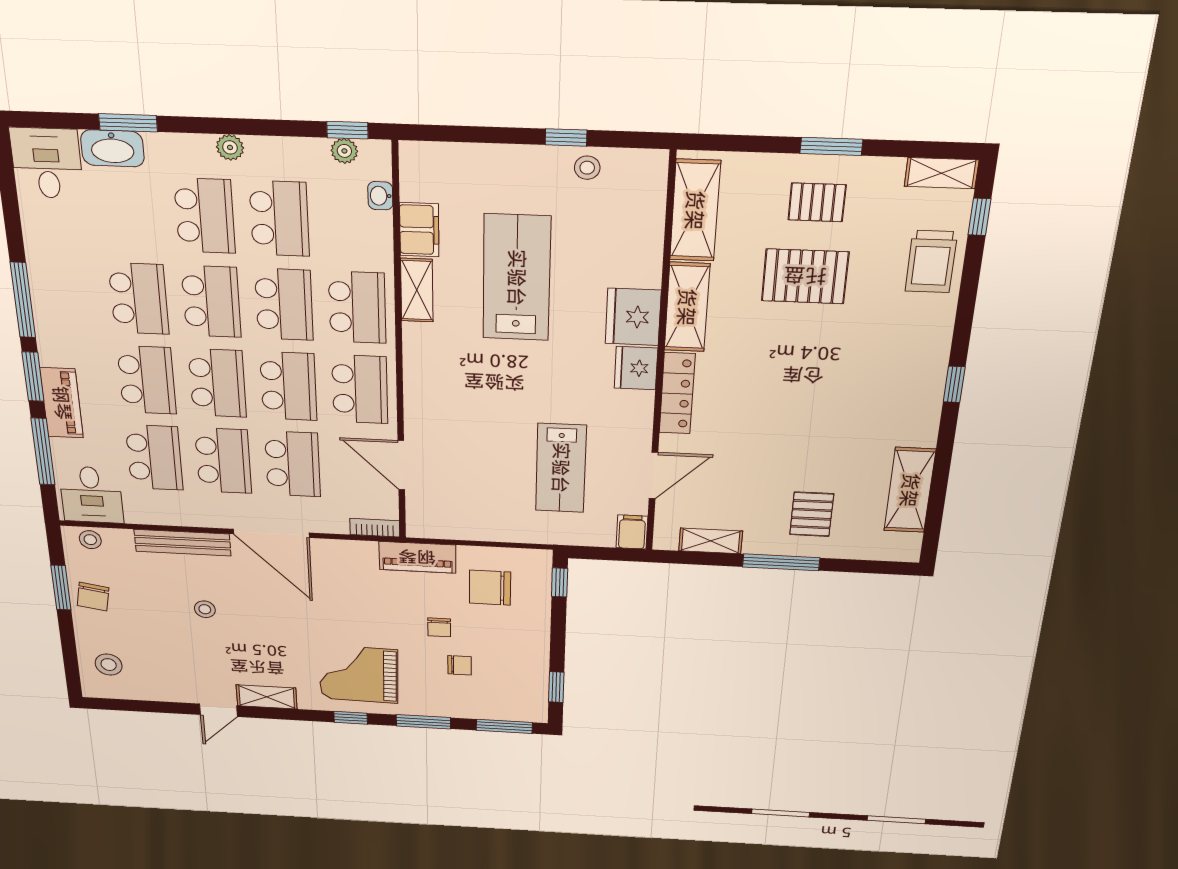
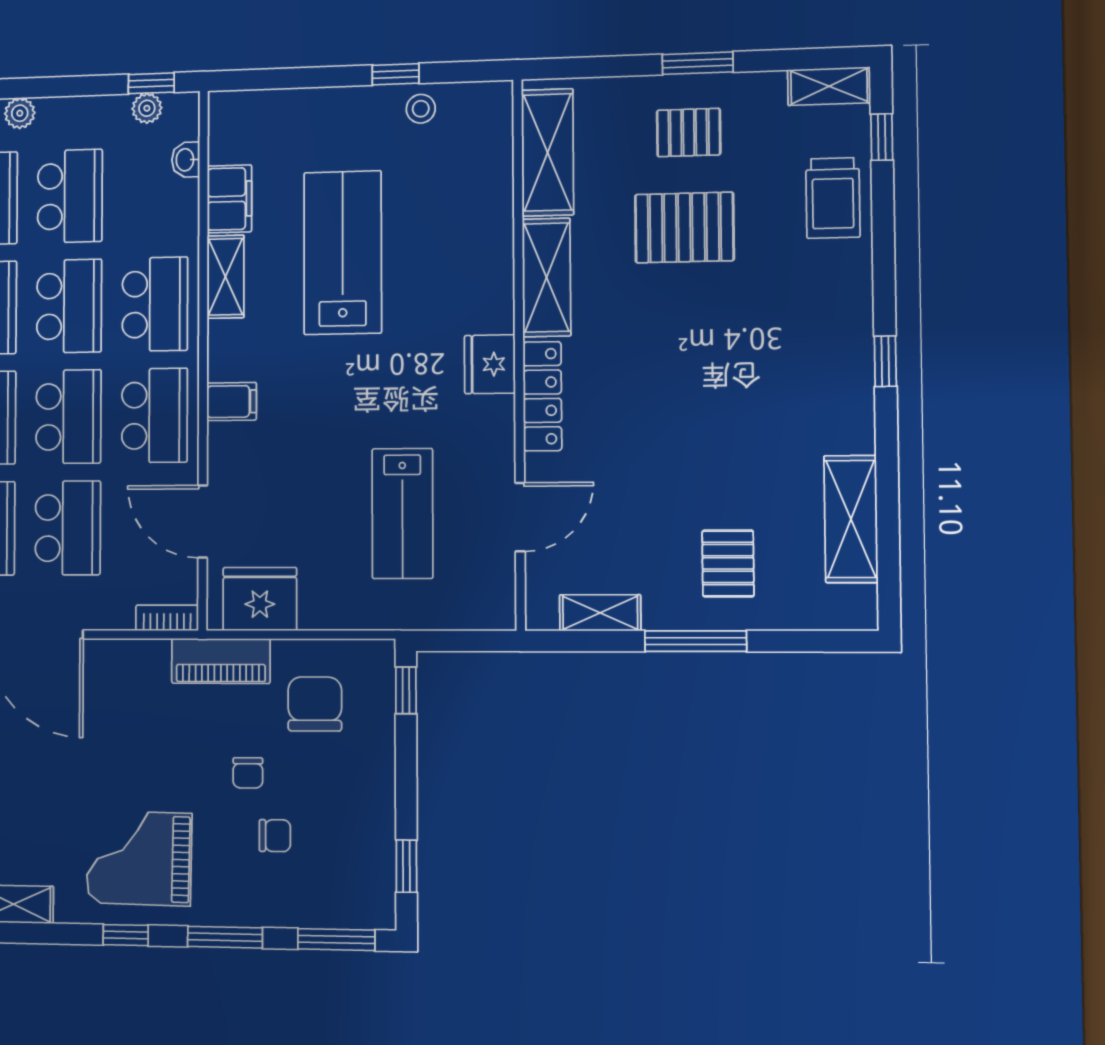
fridge: (633, 317) -> (260, 599), moved, turned 90
filing cabinet: (632, 532) -> (232, 402), moved, turned 90
chair: (490, 588) -> (315, 704), turned 90

